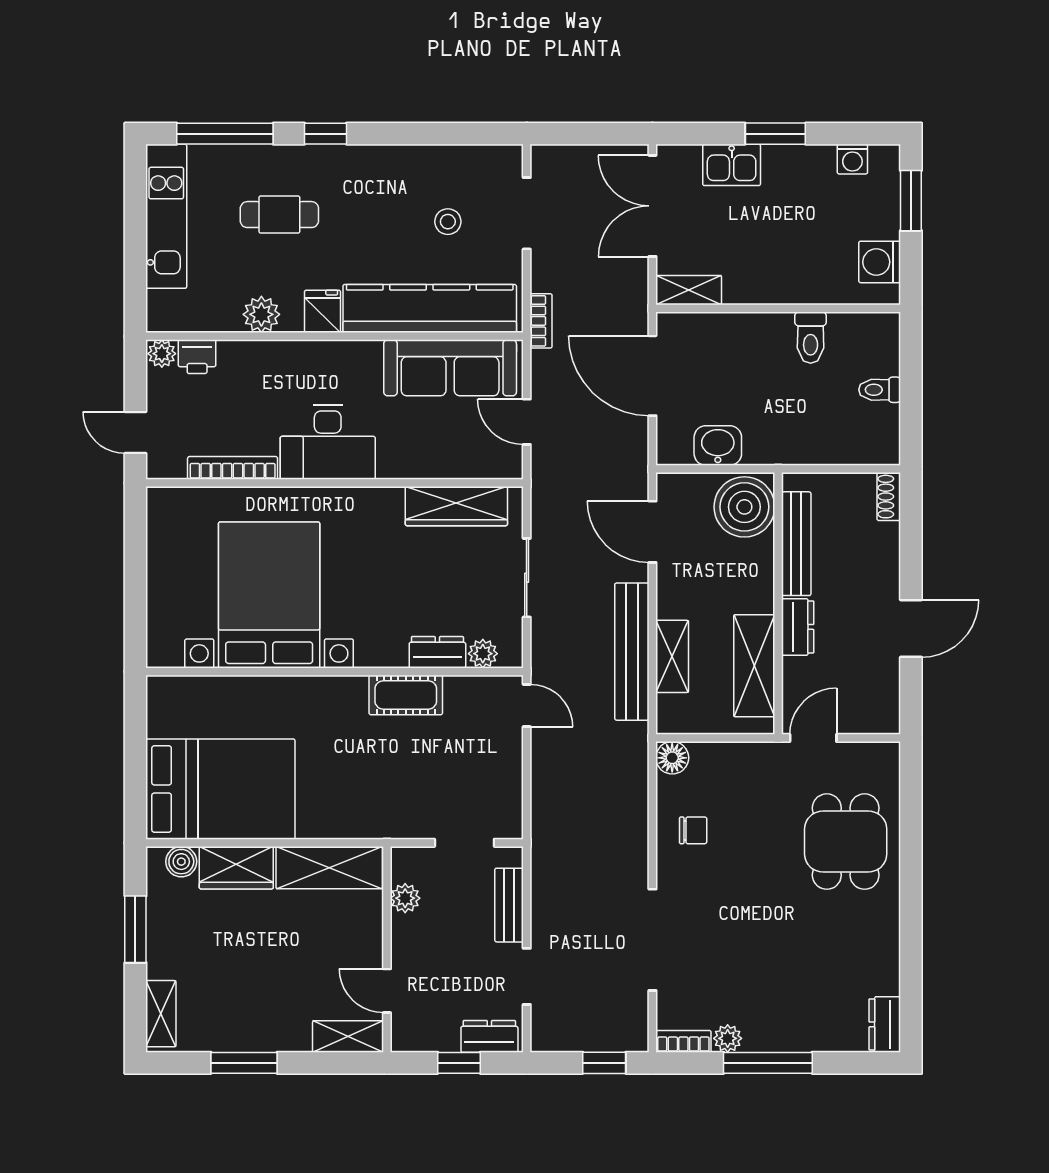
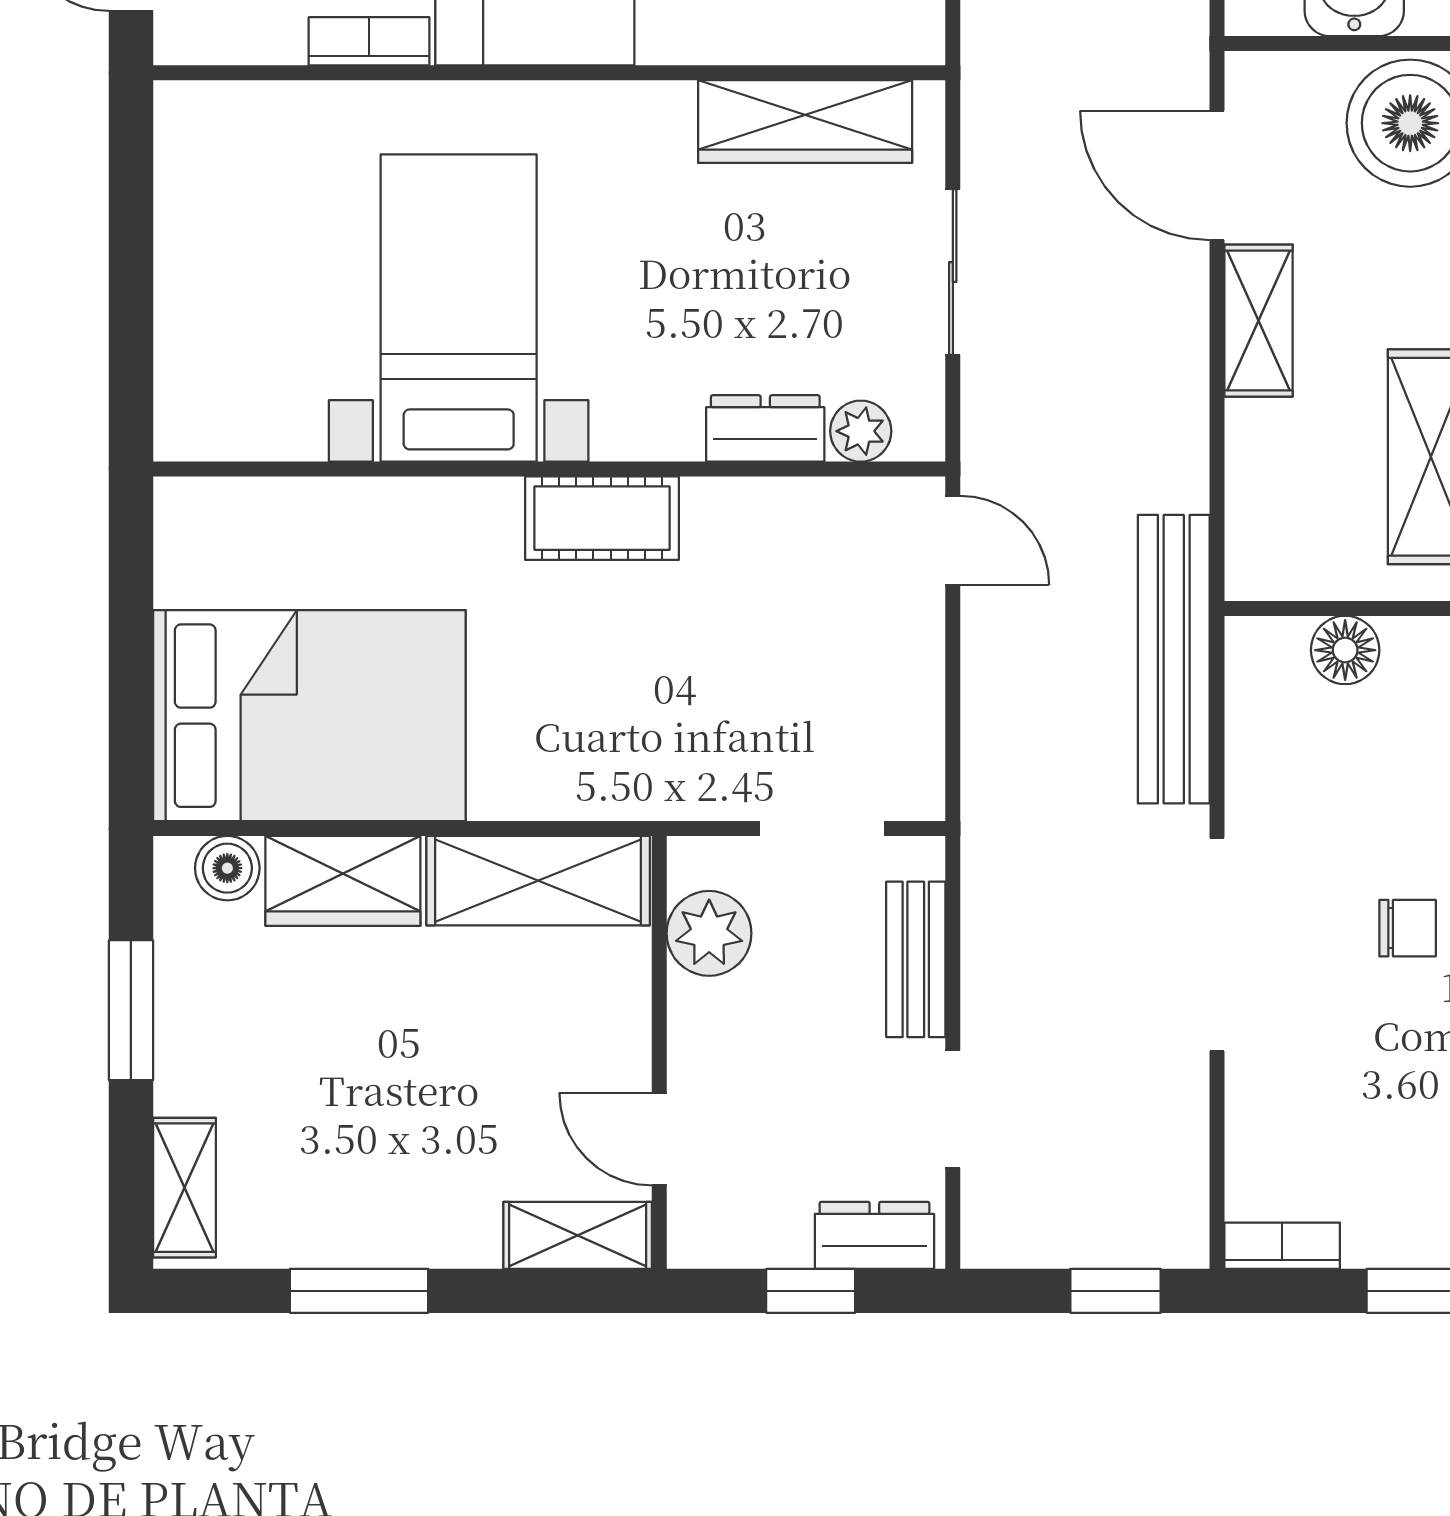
bookcase: (233, 468) -> (369, 41), width x0.64
bed with nightstands: (269, 595) -> (459, 308), width x0.73
bench: (632, 652) -> (1174, 659), moved
shelving: (672, 656) -> (1258, 321), moved
cot: (406, 695) -> (602, 518), moved
floor lamp: (672, 758) -> (1345, 650), moved
chair: (693, 830) -> (1408, 928), moved
plant: (405, 898) -> (709, 933), width x1.38, depth x1.38
doorway: (652, 940) -> (1217, 944), moved
plant: (728, 1038) -> (1375, 1240), removed

